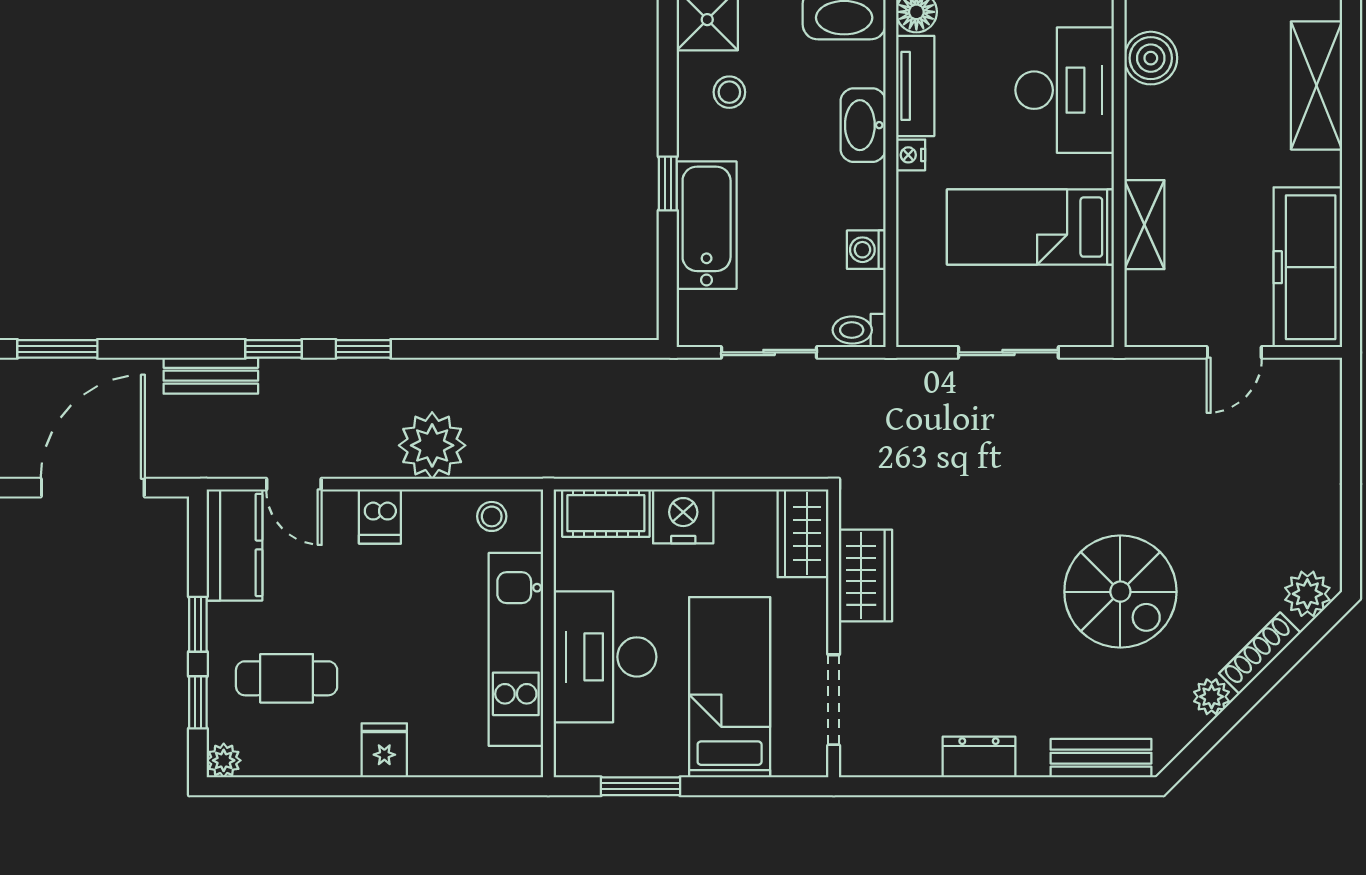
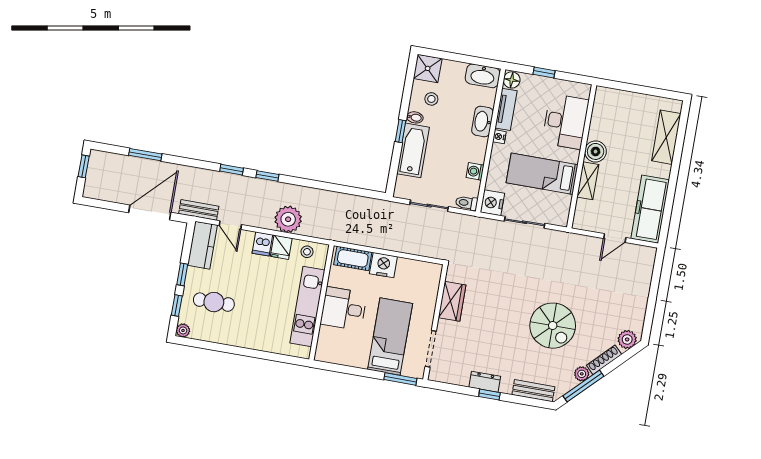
boiler: (1151, 58) -> (596, 151), moved
bidet: (697, 144) -> (415, 117), added
nightstand: (922, 319) -> (492, 203), added
bench: (211, 376) -> (199, 210), moved
wardrobe: (803, 533) -> (430, 280), removed
desk: (605, 657) -> (344, 309), width x0.73
window: (1221, 726) -> (583, 386), added
fridge: (384, 750) -> (281, 247), moved, turned 180
window: (641, 786) -> (400, 379), moved
window: (996, 786) -> (489, 395), added

